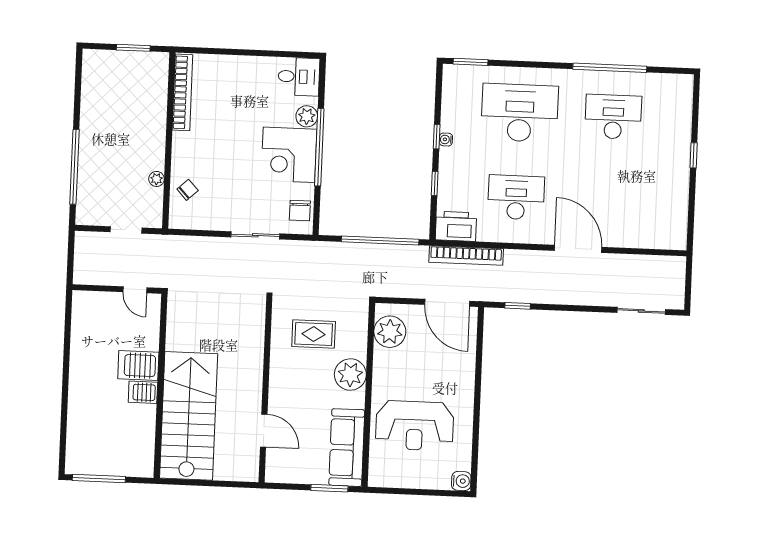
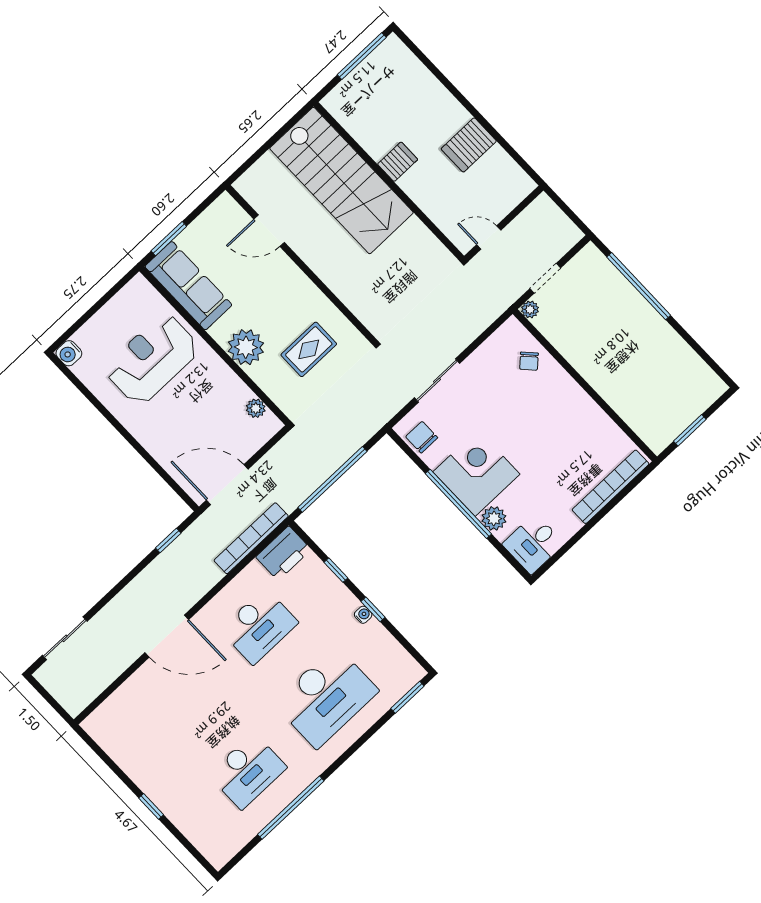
bookcase: (182, 92) -> (611, 487), moved, turned 90
plant: (156, 179) -> (530, 309), moved
plant: (390, 332) -> (256, 408), width x0.53, depth x0.53
server rack: (138, 365) -> (469, 145), moved, turned 180

